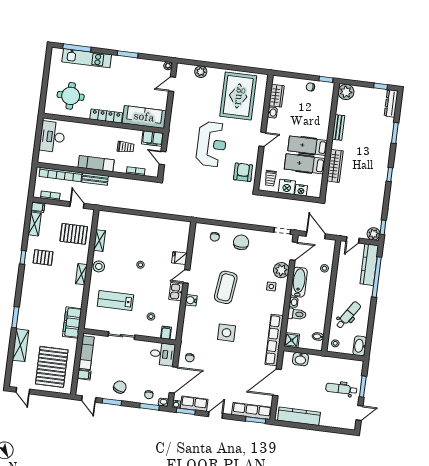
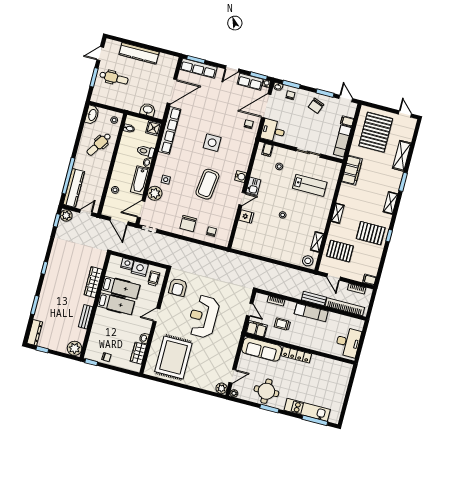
plant: (201, 72) -> (221, 388), moved
round table: (71, 96) -> (266, 391), moved
shelving: (35, 224) -> (391, 203), moved
pallet: (43, 257) -> (371, 233), width x1.50, depth x1.42
stool: (99, 266) -> (308, 261), moved
kitchen counter: (299, 416) -> (139, 53), moved

